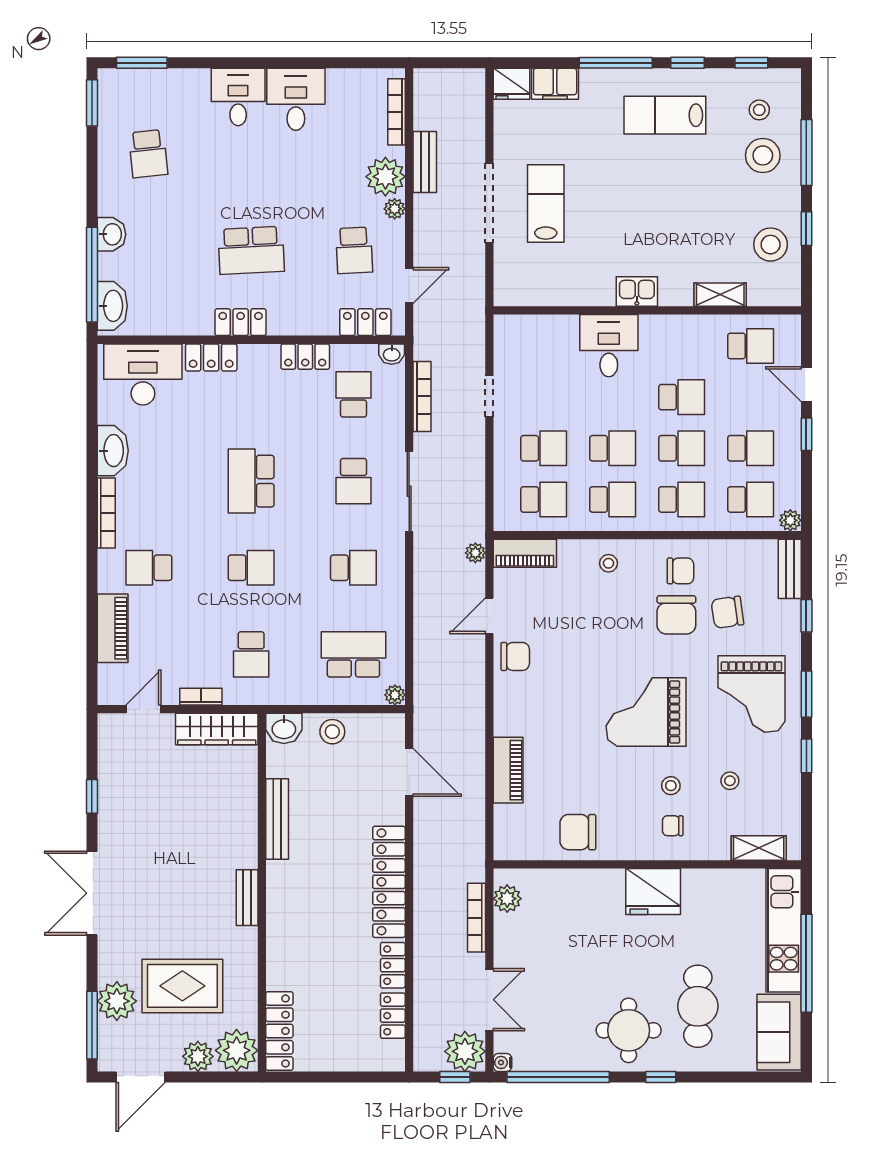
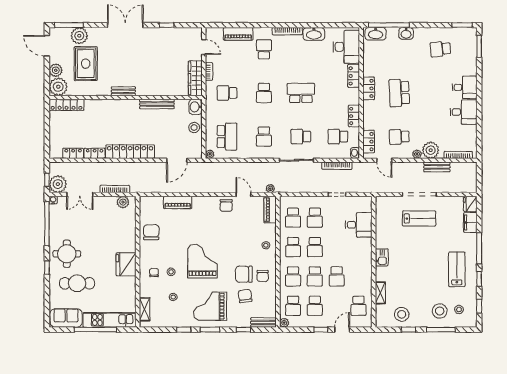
desk: (609, 346) -> (359, 225), moved
school desk: (353, 394) -> (338, 137), turned 180

